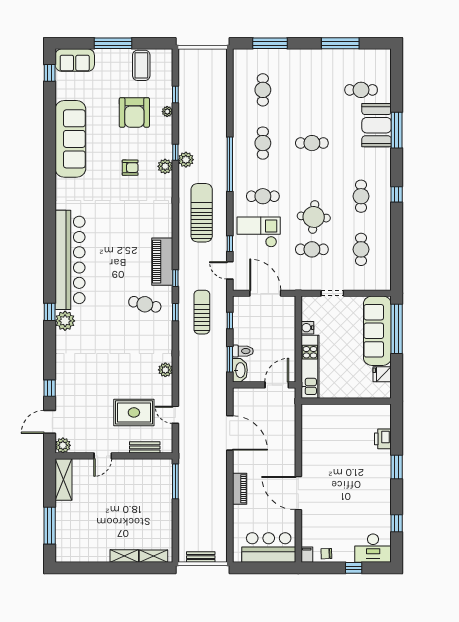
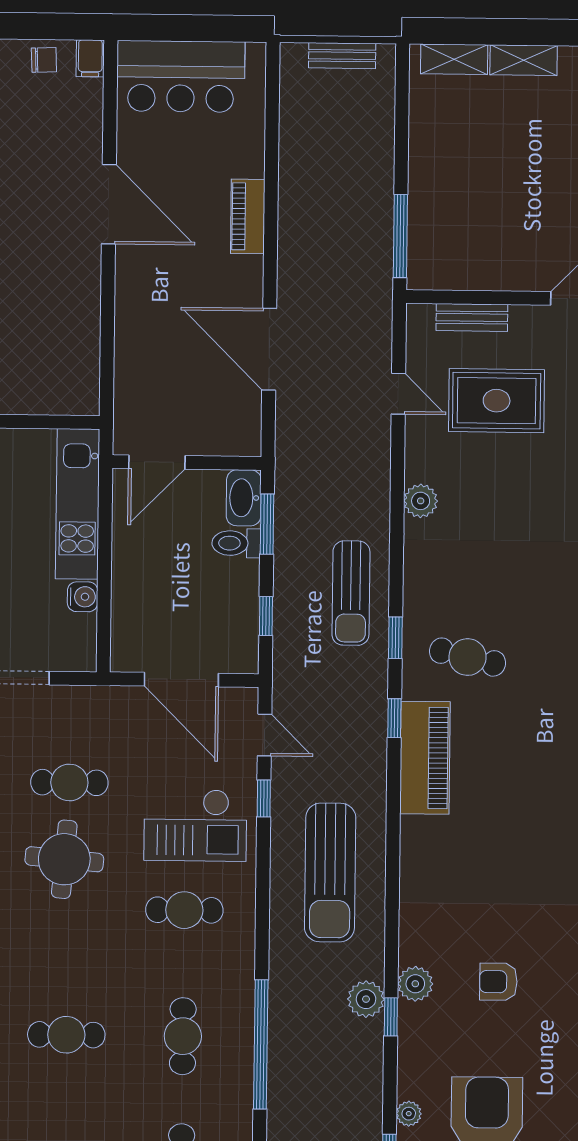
window: (230, 164) -> (261, 1044), moved
sun lounger: (202, 312) -> (351, 593), moved

